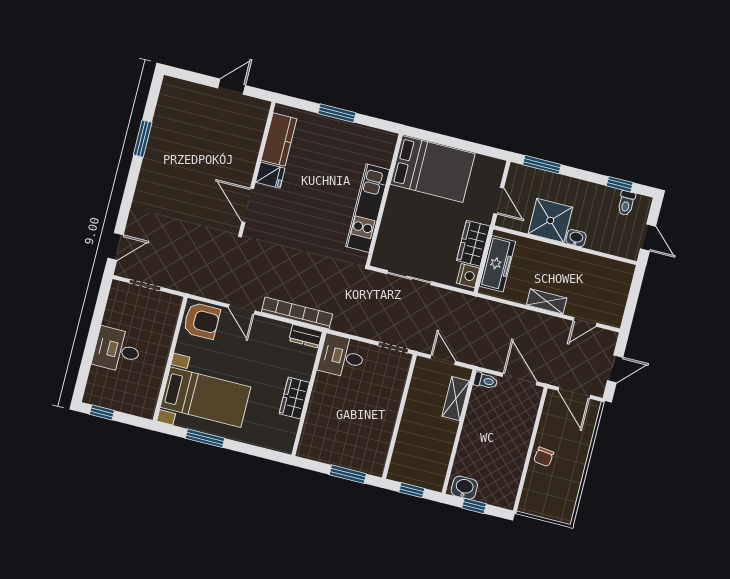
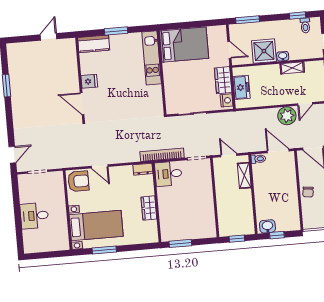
kitchen counter: (279, 140) -> (94, 44), moved, turned 90
kitchen unit: (368, 208) -> (152, 58), moved
freezer: (497, 264) -> (241, 87), width x0.71
shelving: (547, 301) -> (292, 68), moved
bookcase: (297, 313) -> (162, 155), moved
plant: (551, 330) -> (287, 116), added
window: (102, 412) -> (38, 256), removed
window: (348, 474) -> (180, 243), moved

